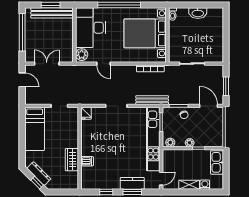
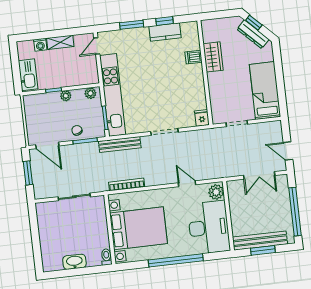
kitchen counter: (132, 183) -> (165, 32), moved

